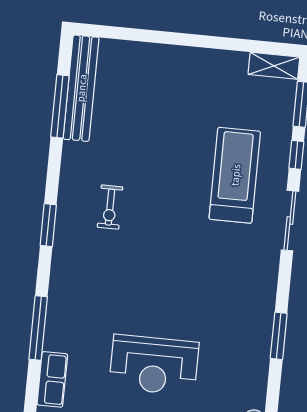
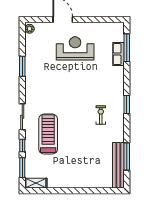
treadmill: (235, 175) -> (48, 134), turned 180
window: (38, 328) -> (127, 48), moved
row of seats: (52, 379) -> (118, 54), moved

